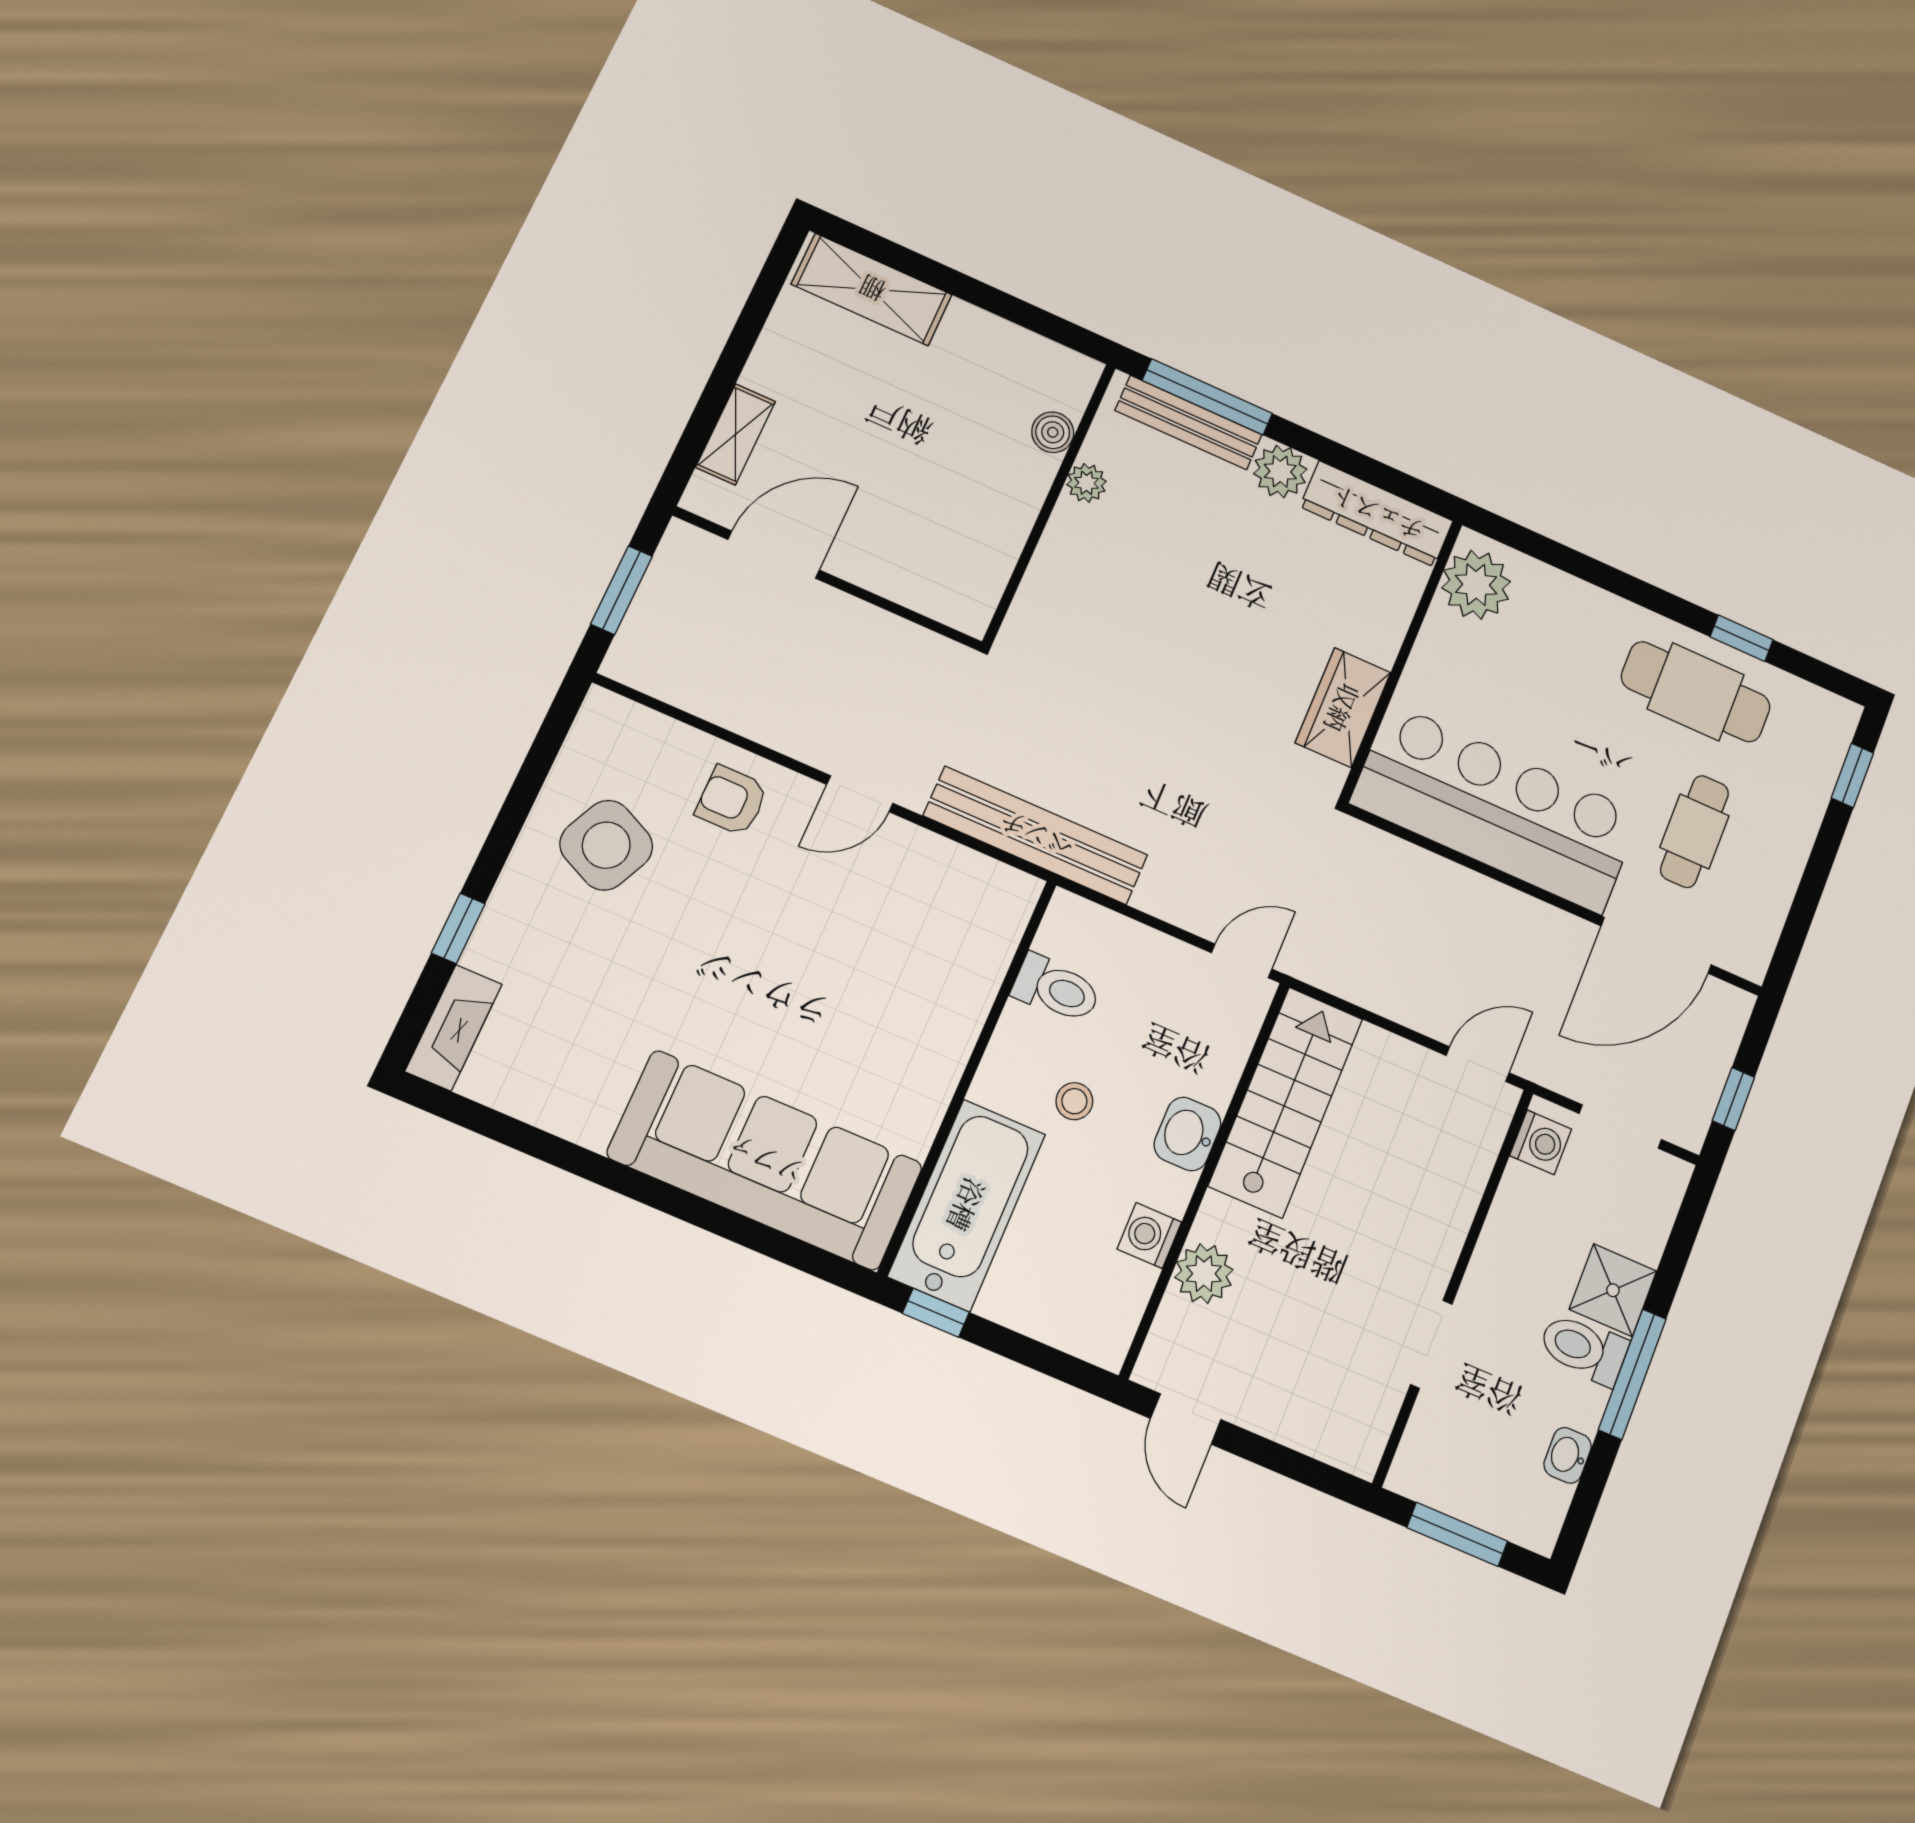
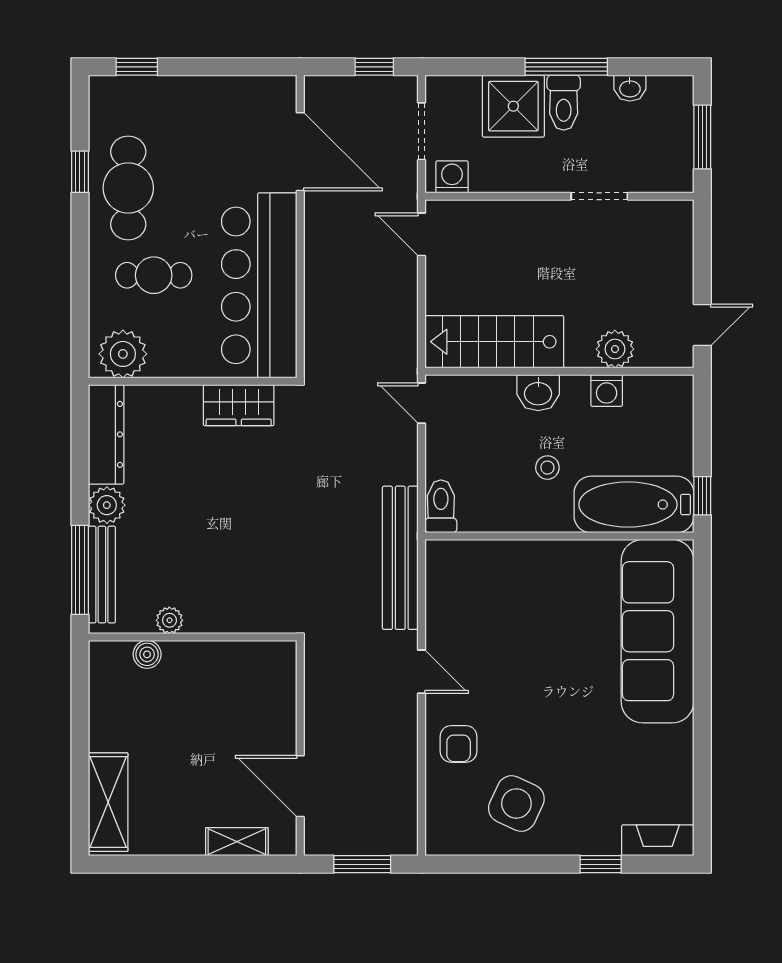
cafe table: (1695, 831) -> (154, 275), moved
toilet: (1056, 989) -> (441, 506), moved
shower: (1613, 1290) -> (513, 106), width x1.36, depth x1.36

